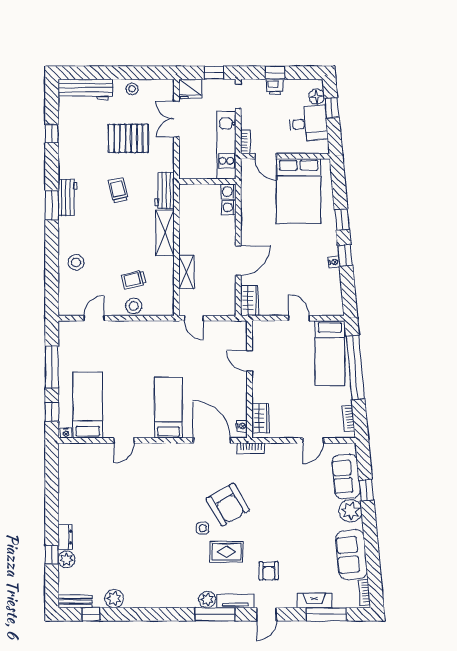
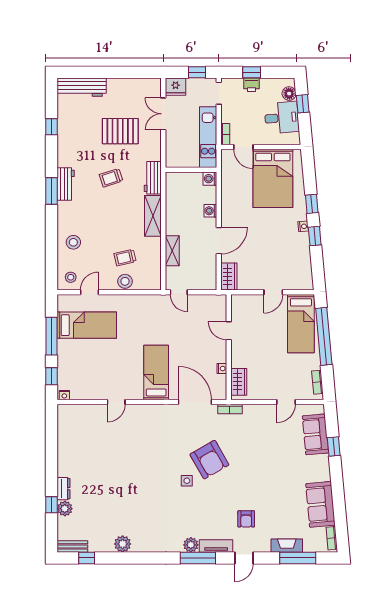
stool: (132, 89) -> (71, 277), moved
trolley: (118, 190) -> (111, 178), turned -96
washing machine: (229, 207) -> (210, 211), moved
nightstand: (334, 262) -> (303, 226), moved
door: (299, 318) -> (273, 292), swing flipped
bed: (88, 405) -> (87, 325), moved, turned 90
nightstand: (242, 426) -> (222, 369), moved
plant: (350, 511) -> (319, 465), removed
rug: (227, 552) -> (208, 502), removed
plant: (114, 599) -> (123, 544), moved

